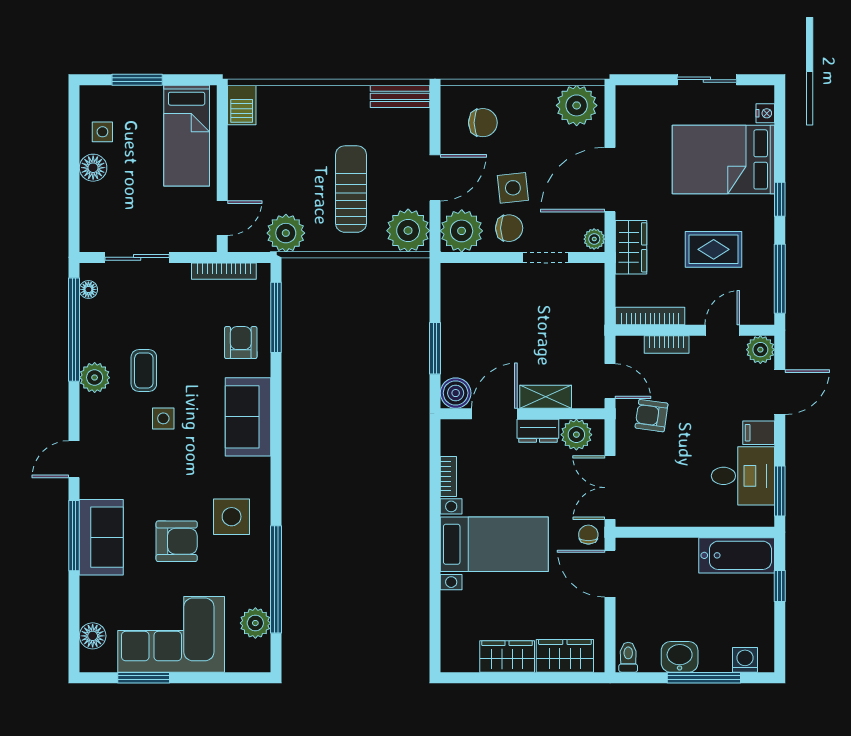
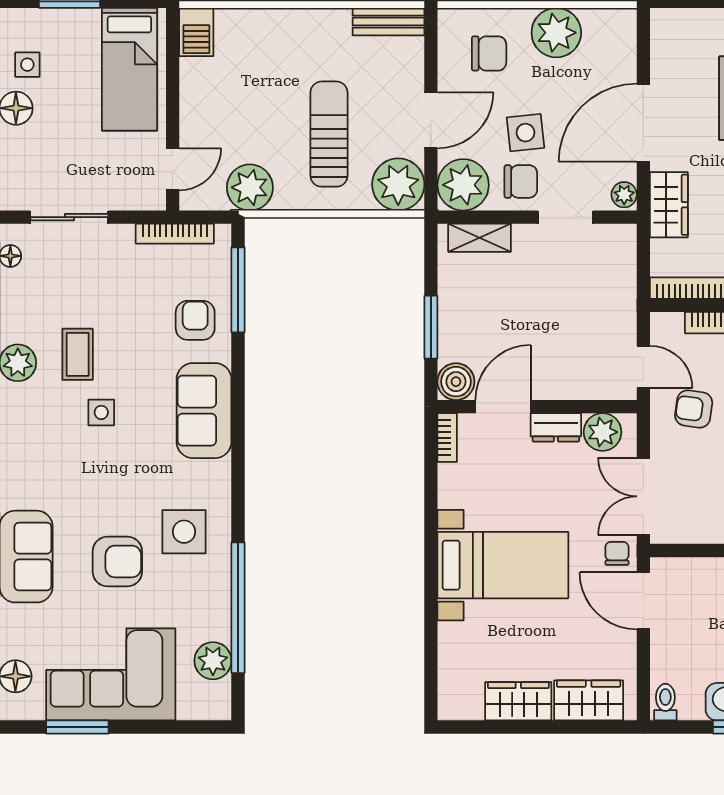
plant: (577, 105) -> (556, 33), moved
shelving: (546, 397) -> (480, 238), moved
bookcase: (448, 476) -> (447, 438), moved

